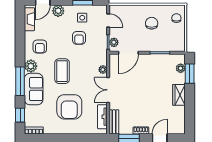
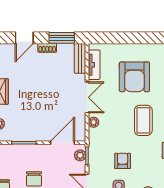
armchair: (69, 107) -> (134, 77), turned 180

